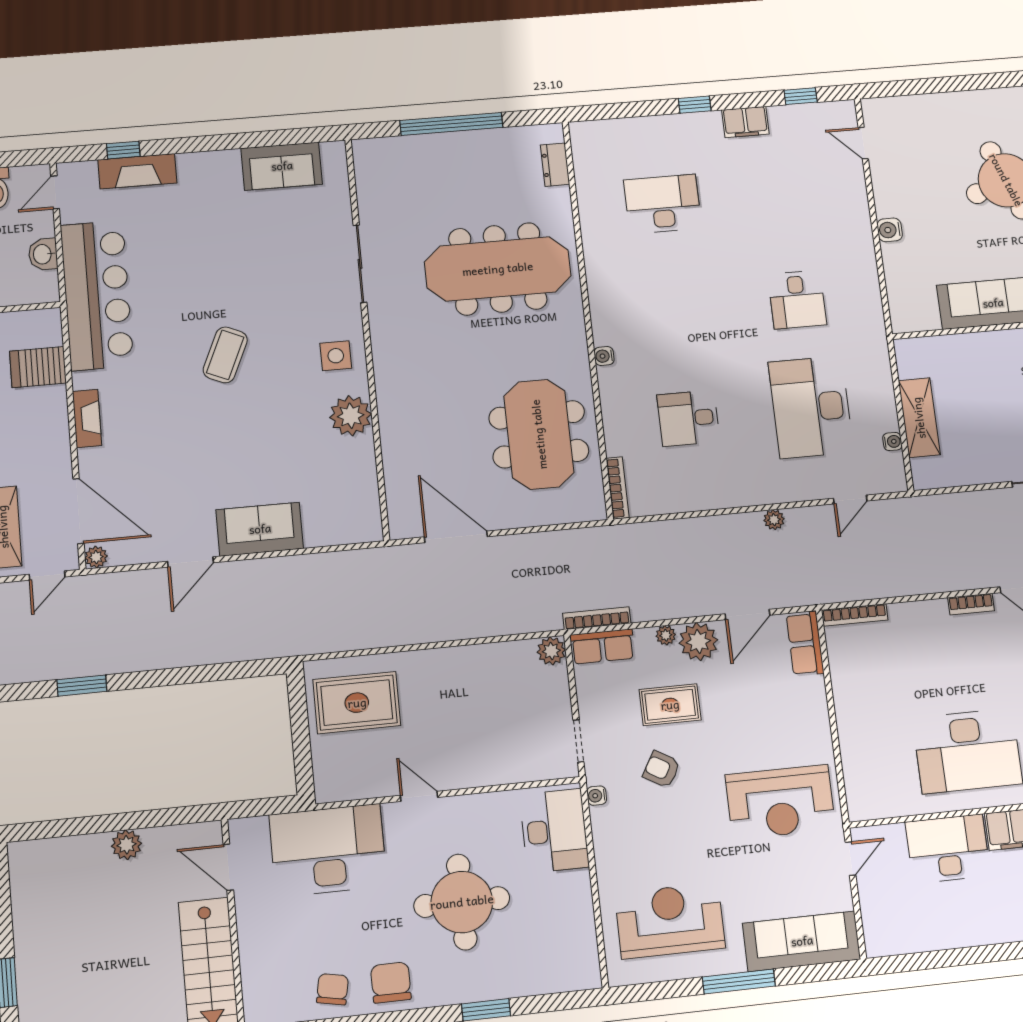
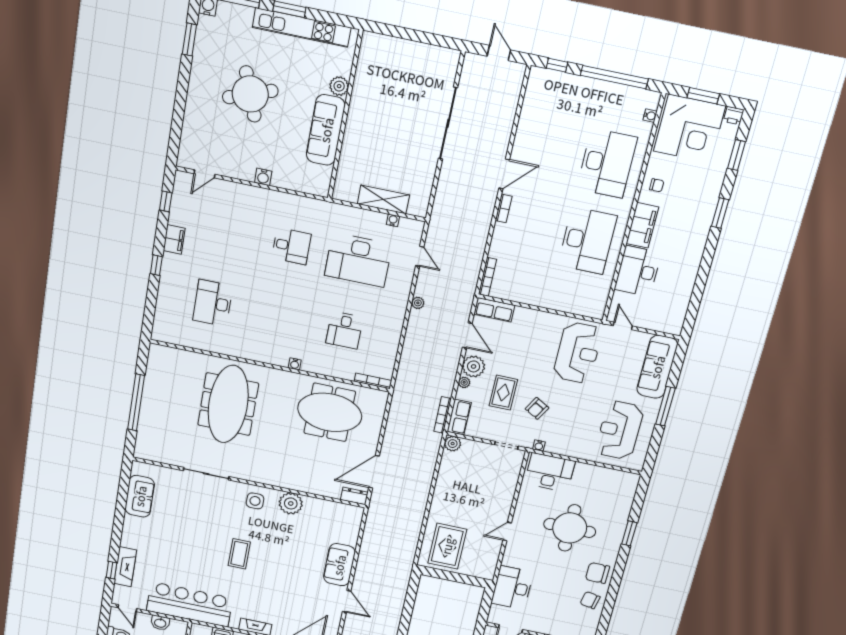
dresser: (555, 165) -> (354, 496), moved, turned 180
coffee table: (225, 355) -> (239, 554), turned 66
desk: (328, 850) -> (512, 588), width x0.73, depth x0.77

